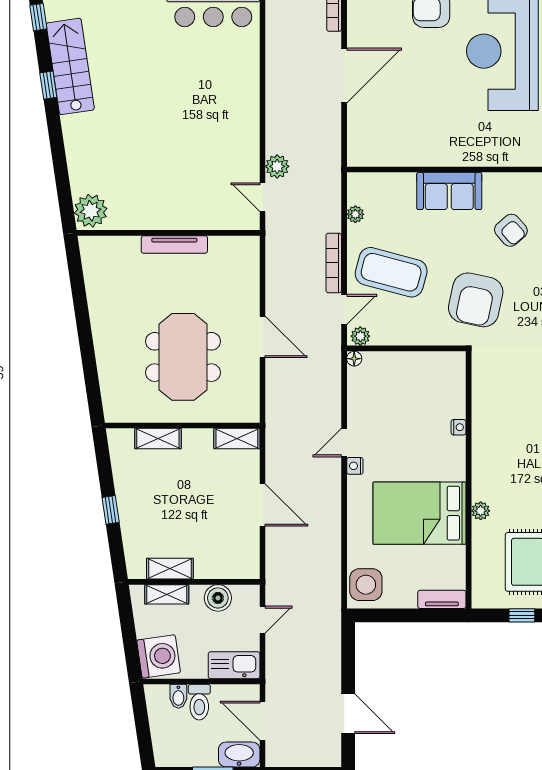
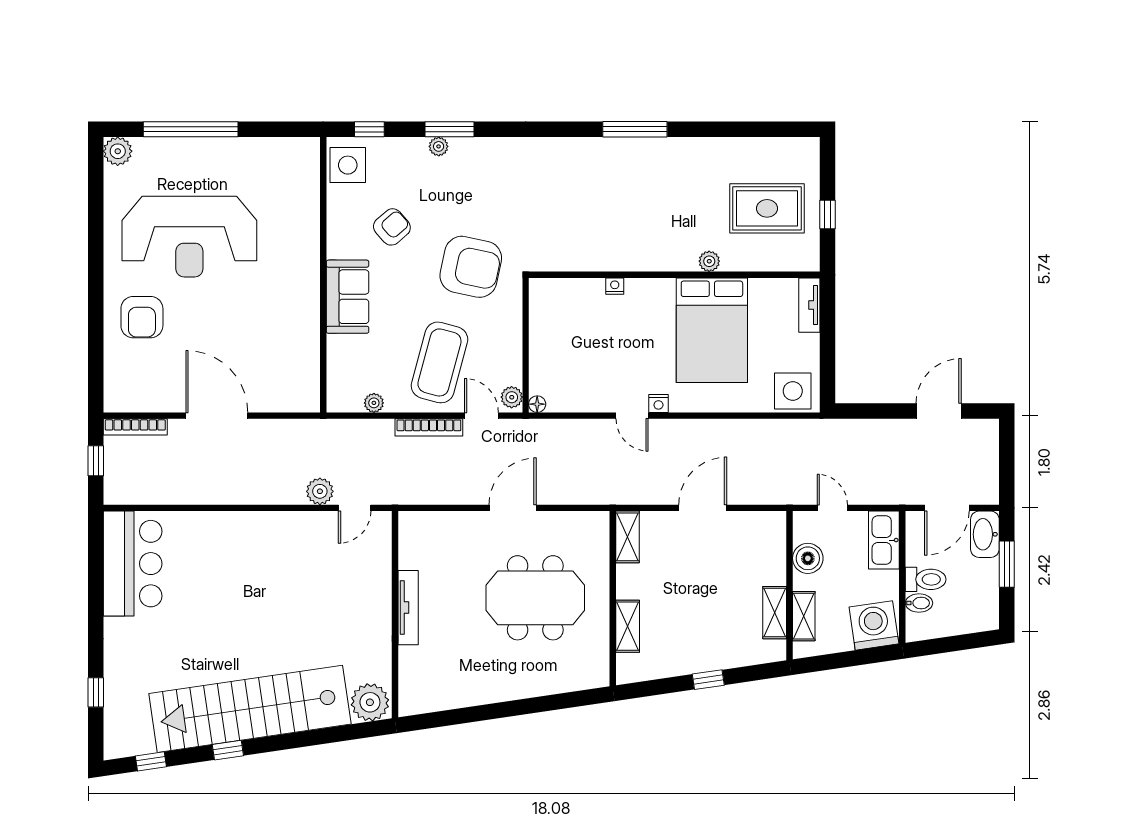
stairs: (70, 66) -> (250, 709), width x1.86, depth x1.51

